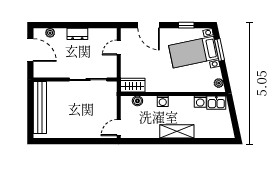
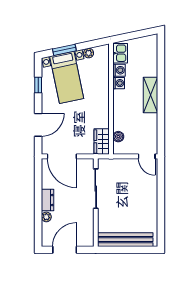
plant: (50, 33) -> (46, 217), moved
door: (119, 48) -> (62, 156), width x1.88
plant: (219, 83) -> (89, 53), moved
washing machine: (163, 101) -> (119, 83), moved

